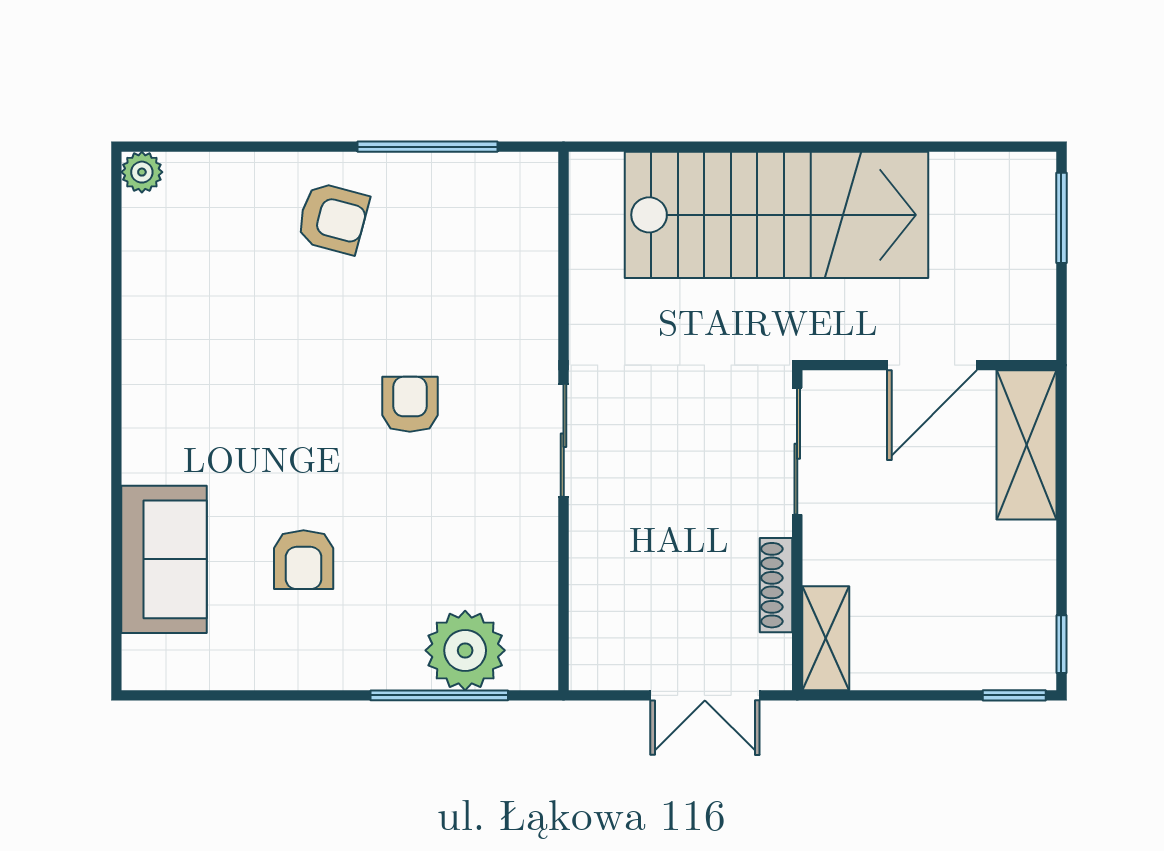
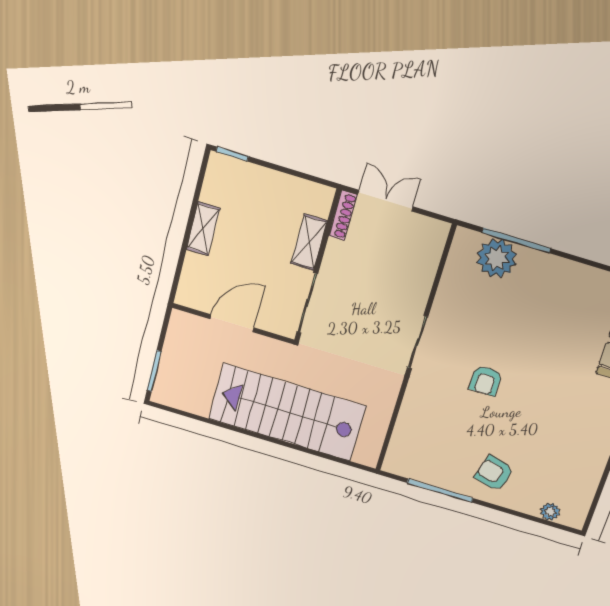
plant: (142, 172) -> (550, 512), moved
shelving: (1026, 445) -> (203, 229), moved, width x0.67, depth x0.75
armchair: (304, 560) -> (561, 325), removed
shoe rack: (776, 585) -> (343, 215), moved
shelving: (826, 638) -> (309, 242), moved
window: (1061, 644) -> (202, 172), removed

